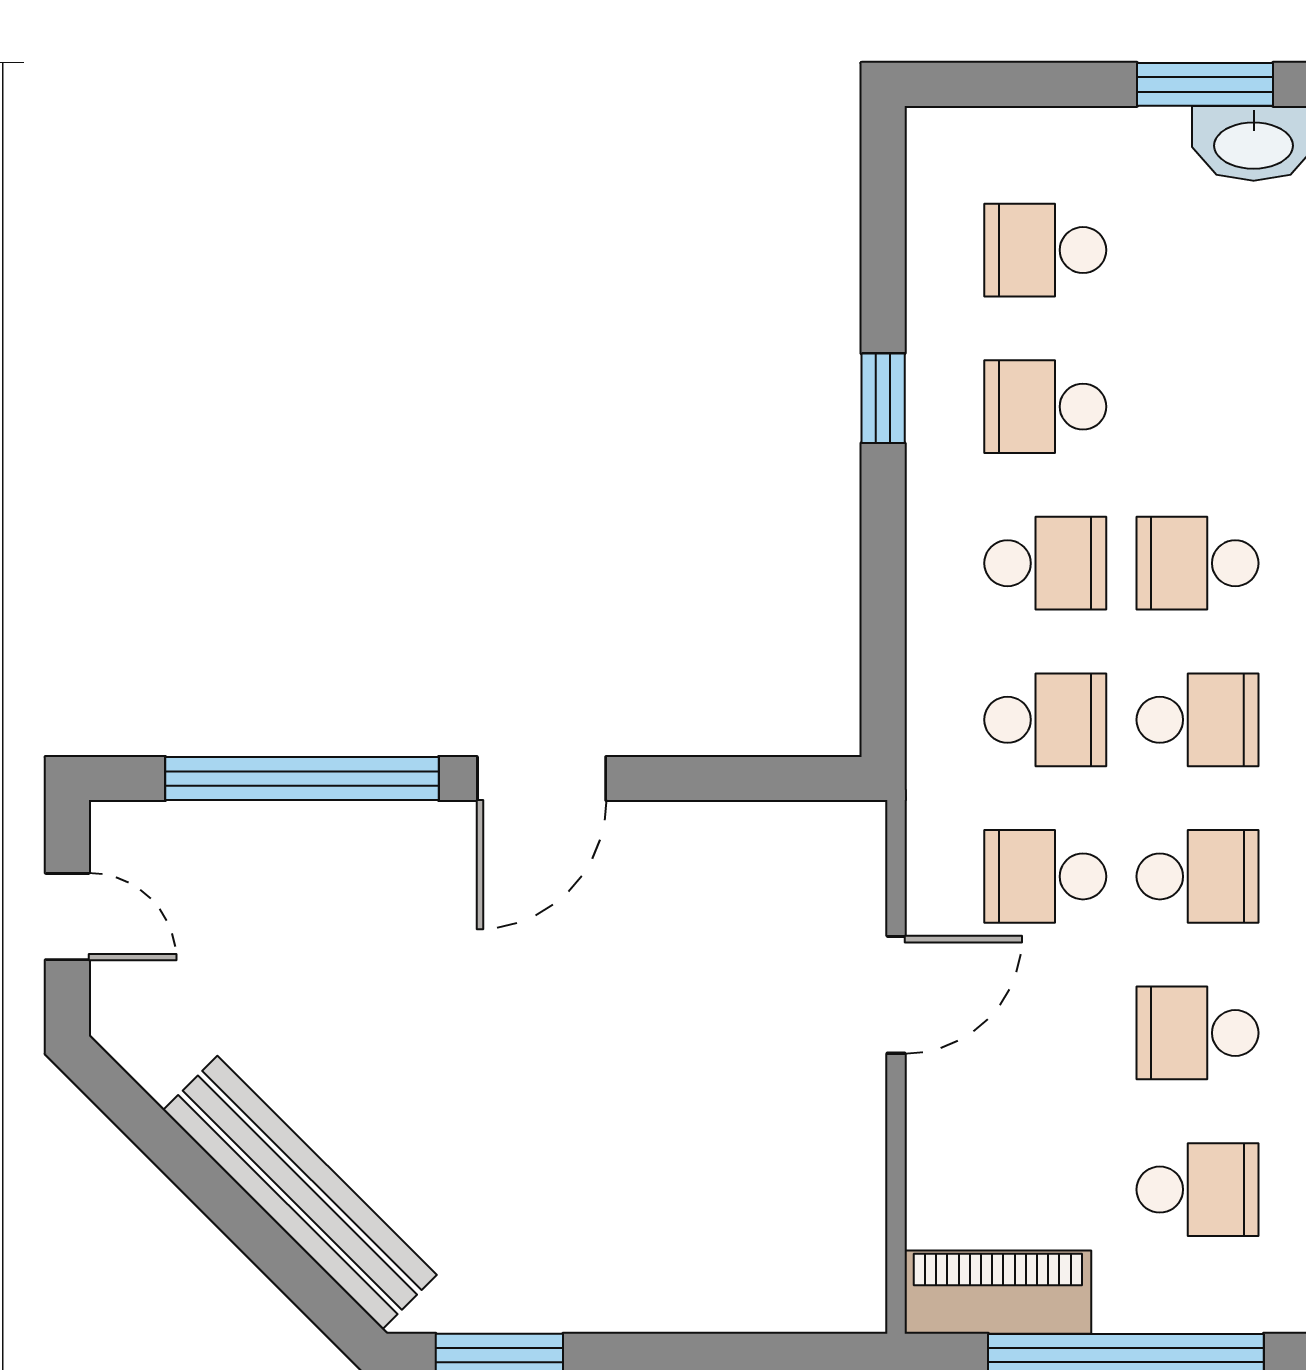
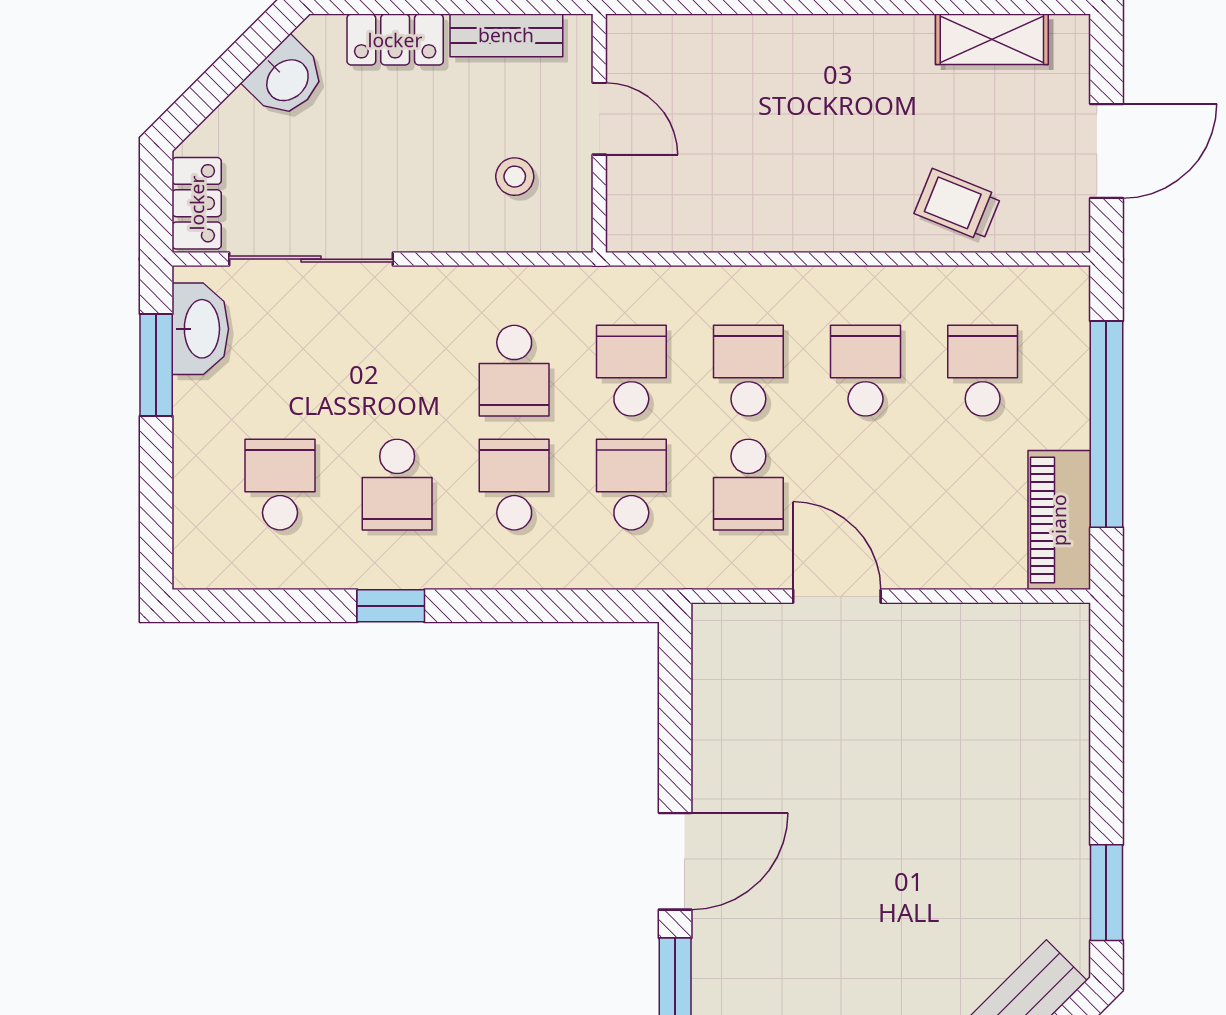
school desk: (1045, 250) -> (280, 485), turned 180
door: (542, 778) -> (675, 861), hinge flipped
school desk: (1198, 1033) -> (866, 371), turned 180

